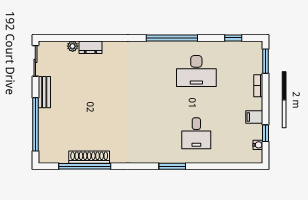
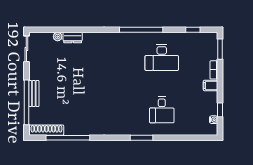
bench: (44, 92) -> (34, 94), moved
filing cabinet: (254, 117) -> (210, 85), moved
shoe rack: (89, 157) -> (46, 130), moved

